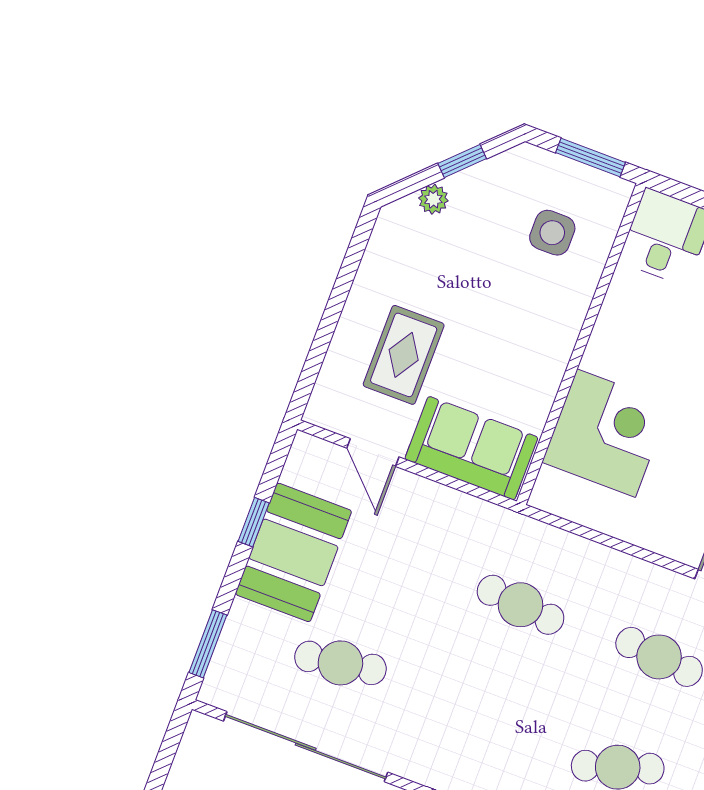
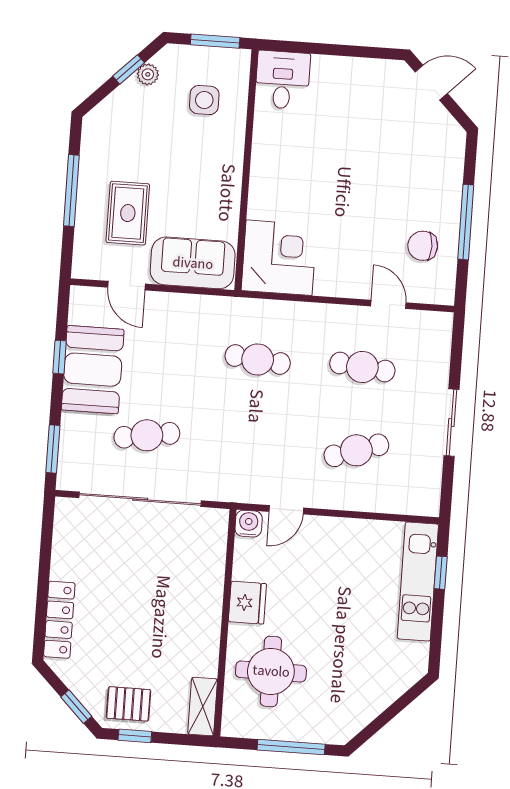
plant: (433, 199) -> (148, 74), moved
window: (336, 302) -> (71, 190), added
corner desk: (606, 433) -> (279, 258), moved

